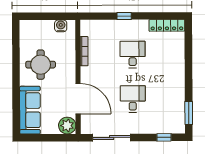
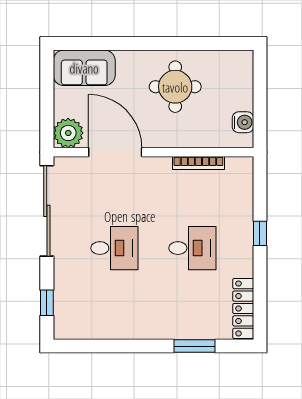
door: (78, 99) -> (115, 152), swing flipped
sofa: (30, 110) -> (84, 68), width x0.73
window: (189, 113) -> (194, 346), moved
sliding door: (112, 138) -> (47, 211), width x1.36

